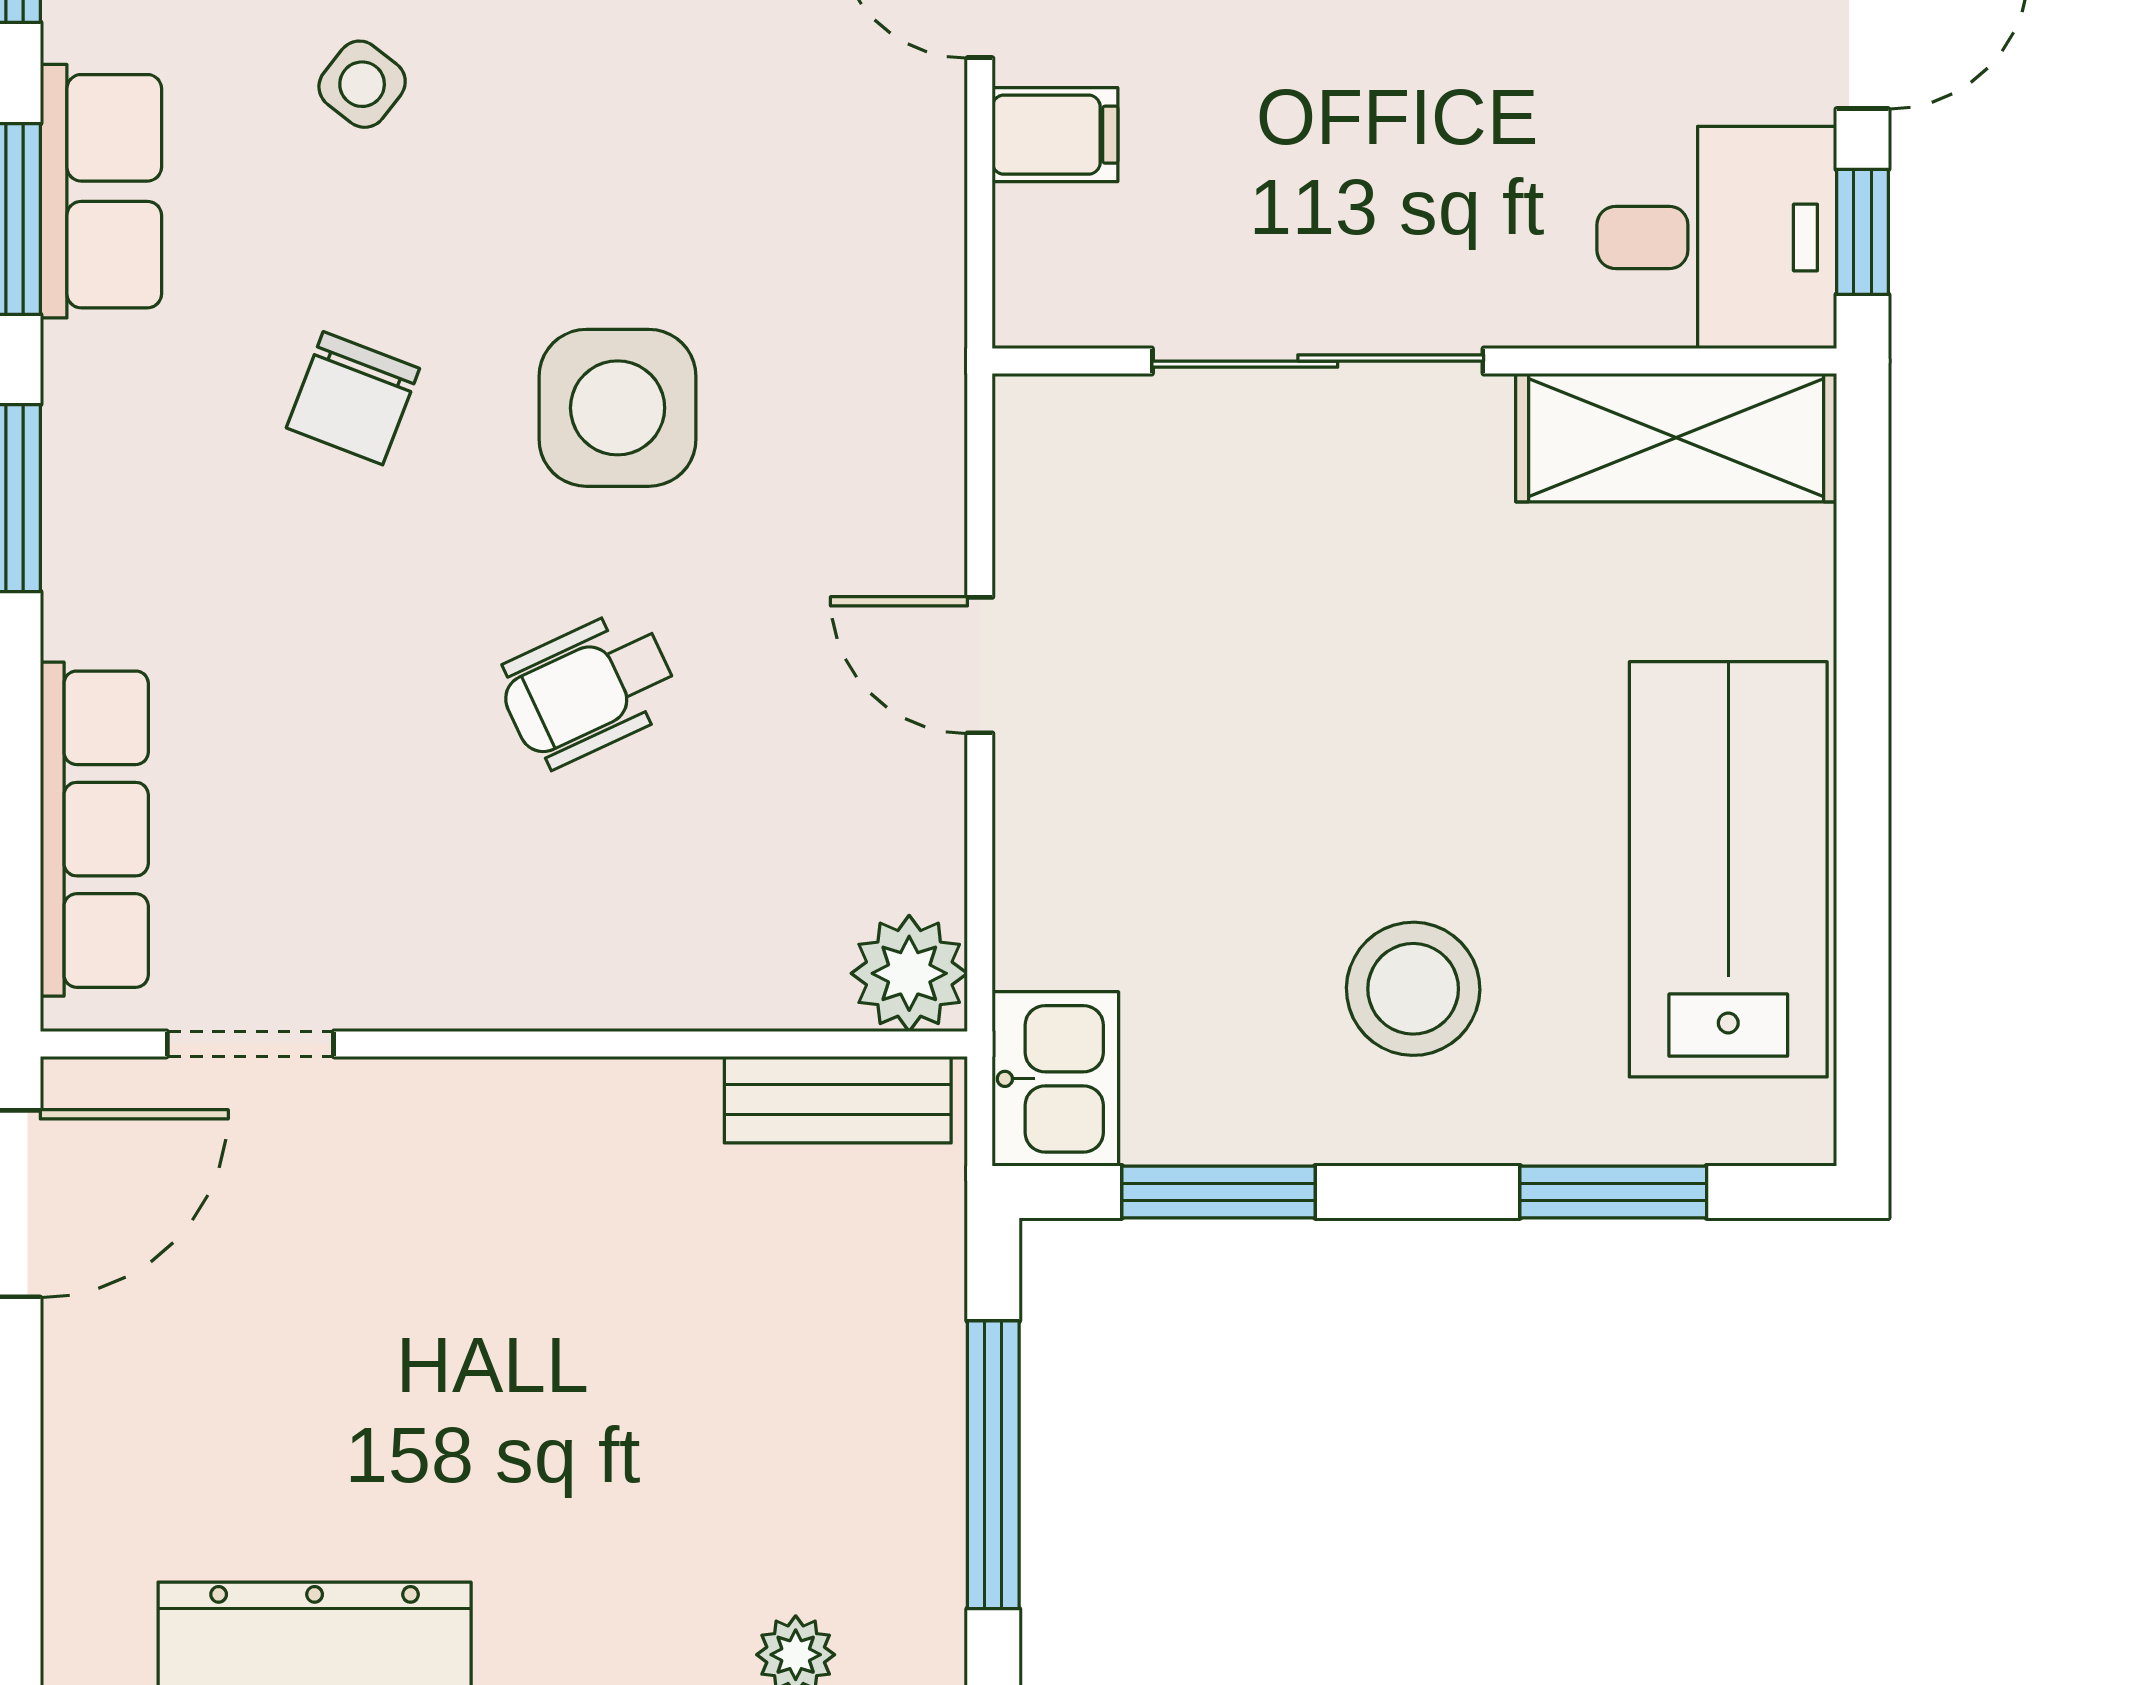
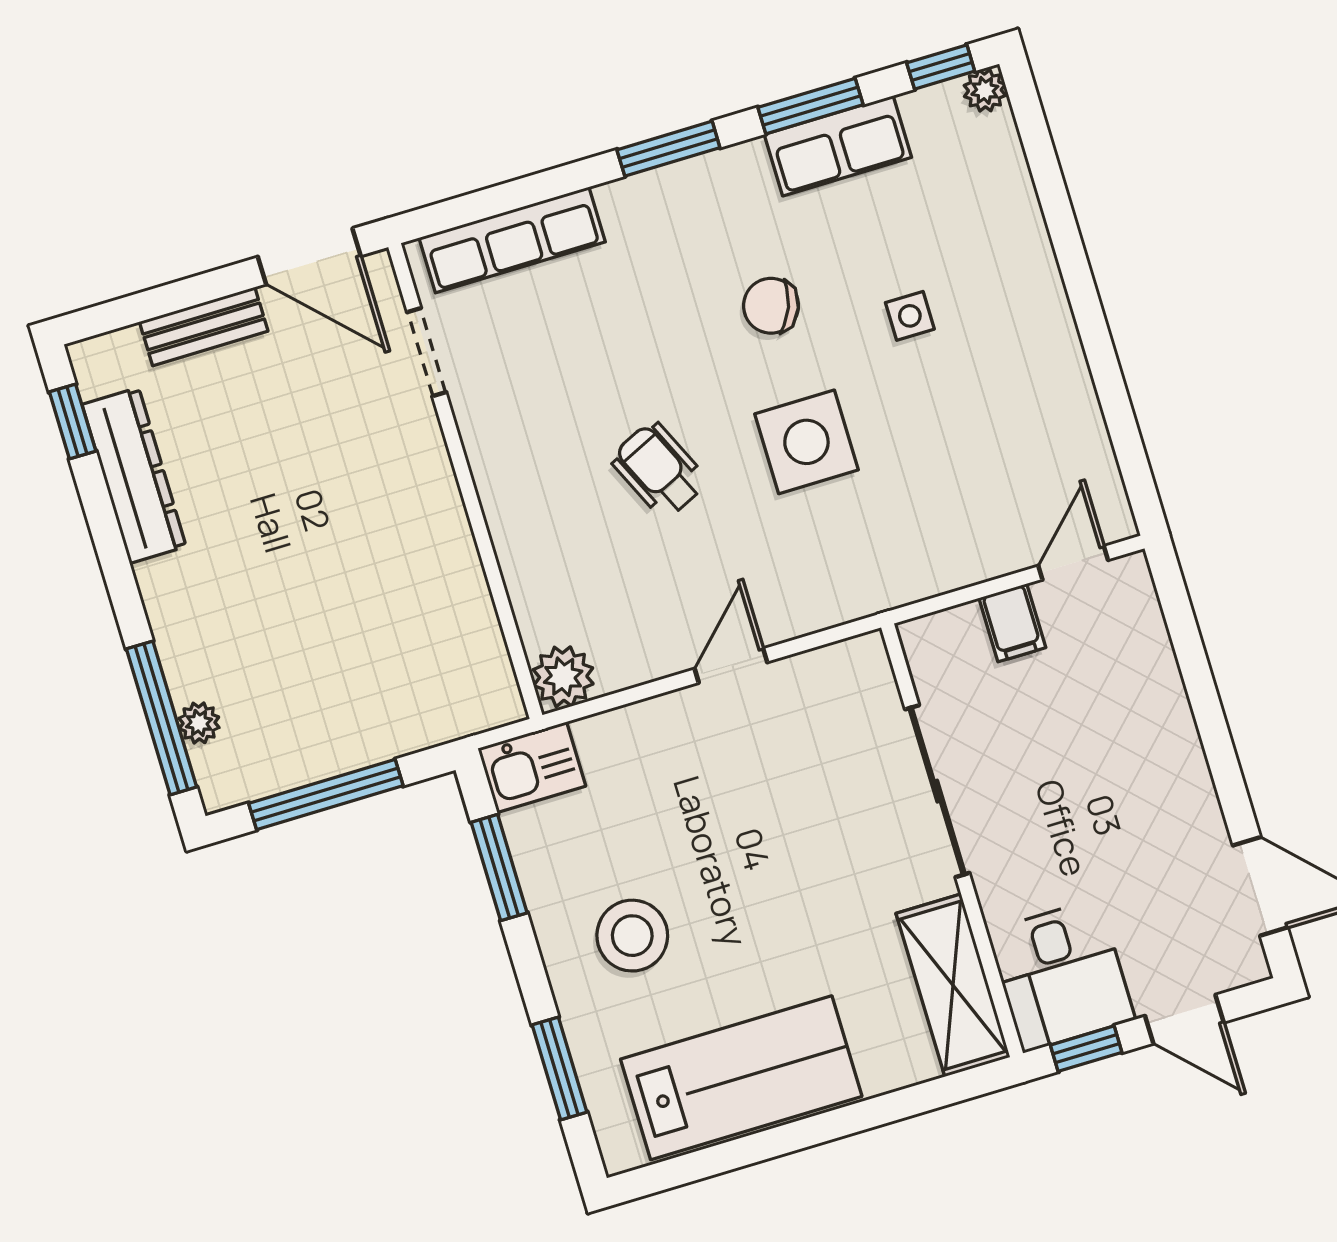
side table: (362, 84) -> (910, 316), moved, turned -38
bench: (838, 1100) -> (204, 326), moved, turned 90

